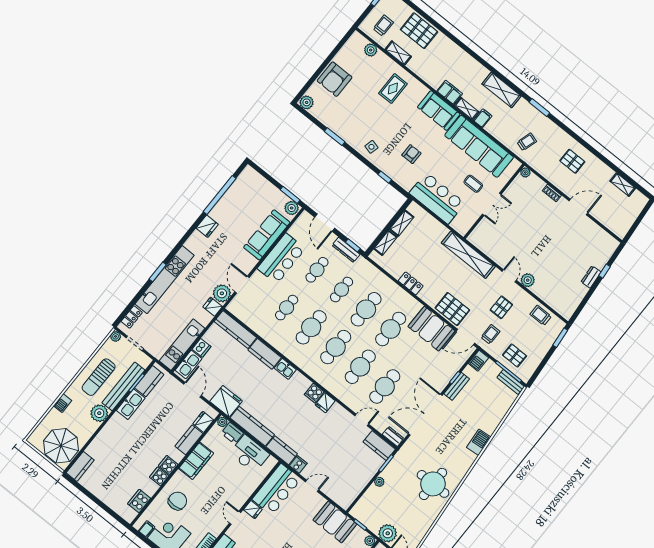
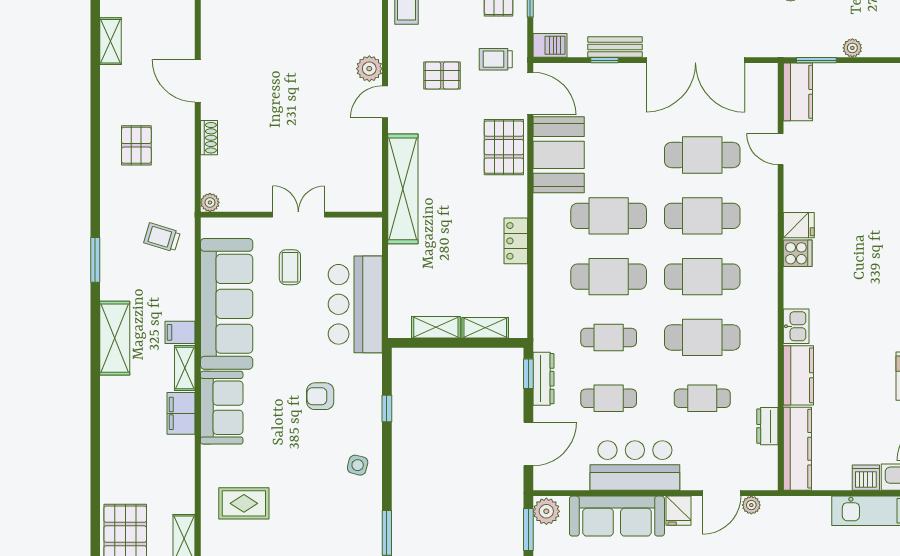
plant: (222, 293) -> (751, 505), width x0.53, depth x0.53
fridge: (213, 307) -> (679, 511), moved
dresser: (393, 436) -> (767, 426), moved

